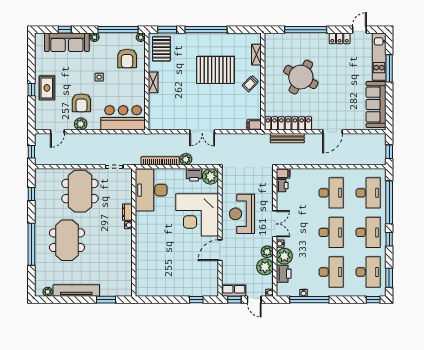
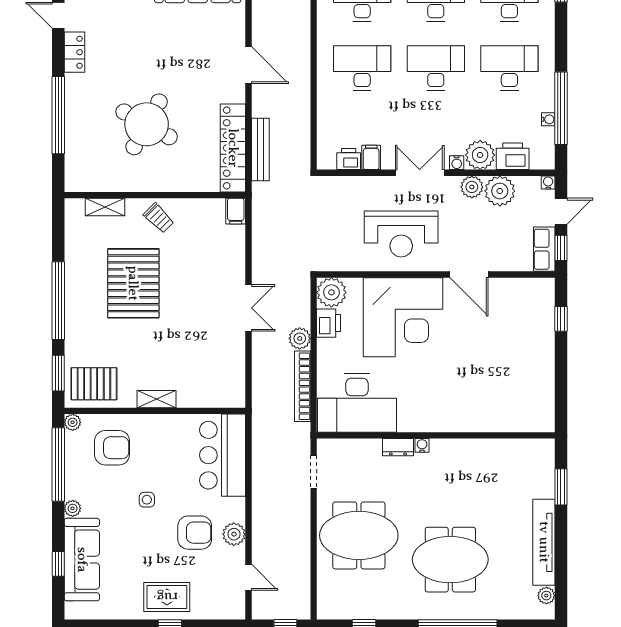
filing cabinet: (283, 173) -> (371, 157), moved

